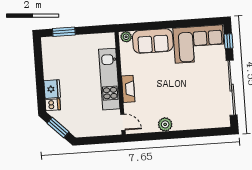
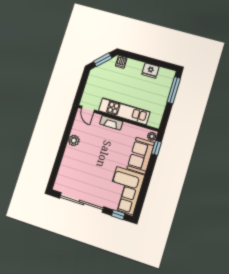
window: (137, 27) -> (156, 148), added
window: (64, 32) -> (174, 90), width x1.44
fridge: (52, 89) -> (150, 70), moved
door: (123, 122) -> (88, 109), hinge flipped

